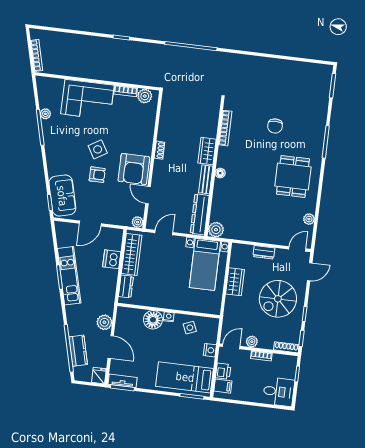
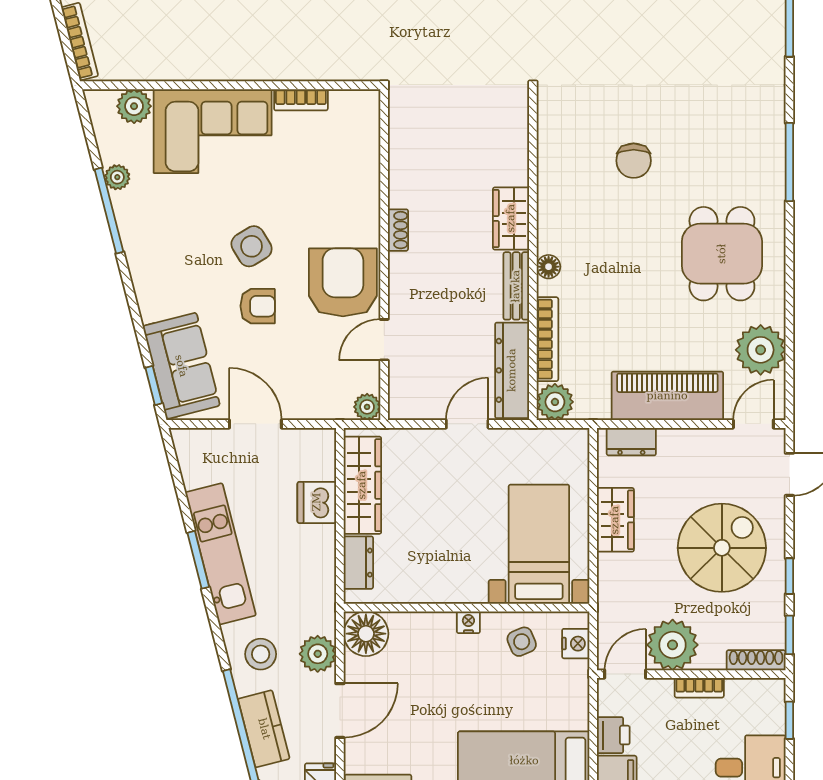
plant: (145, 96) -> (134, 106), moved
chair: (275, 126) -> (634, 161), moved
bookcase: (225, 128) -> (547, 339), moved
armchair: (134, 169) -> (343, 282), turned 180
door: (148, 195) -> (384, 340), hinge flipped
plant: (309, 219) -> (761, 350), width x1.87, depth x1.87
door: (90, 223) -> (255, 424), swing flipped
door: (164, 233) -> (467, 424), moved
piano: (263, 233) -> (667, 396), added
dresser: (264, 252) -> (631, 442), moved
bed with nightstands: (205, 264) -> (539, 544), moved, turned 180
spiral stairs: (278, 299) -> (722, 548), turned 180
stool: (81, 319) -> (261, 654), added
floor lamp: (153, 320) -> (366, 634), moved
plant: (252, 342) -> (673, 645), width x1.87, depth x1.87
door: (111, 347) -> (340, 711), hinge flipped
nightstand: (210, 350) -> (576, 644), moved

